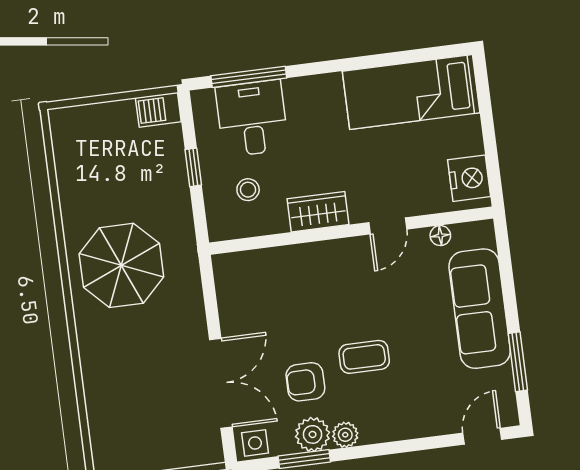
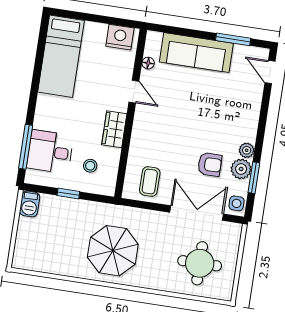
coffee table: (364, 357) -> (150, 182), moved
armchair: (305, 382) -> (210, 164), turned -90
round table: (141, 411) -> (200, 263), added

